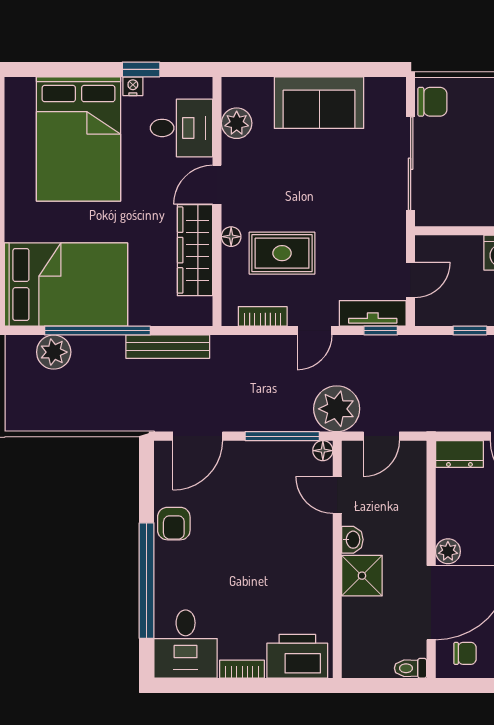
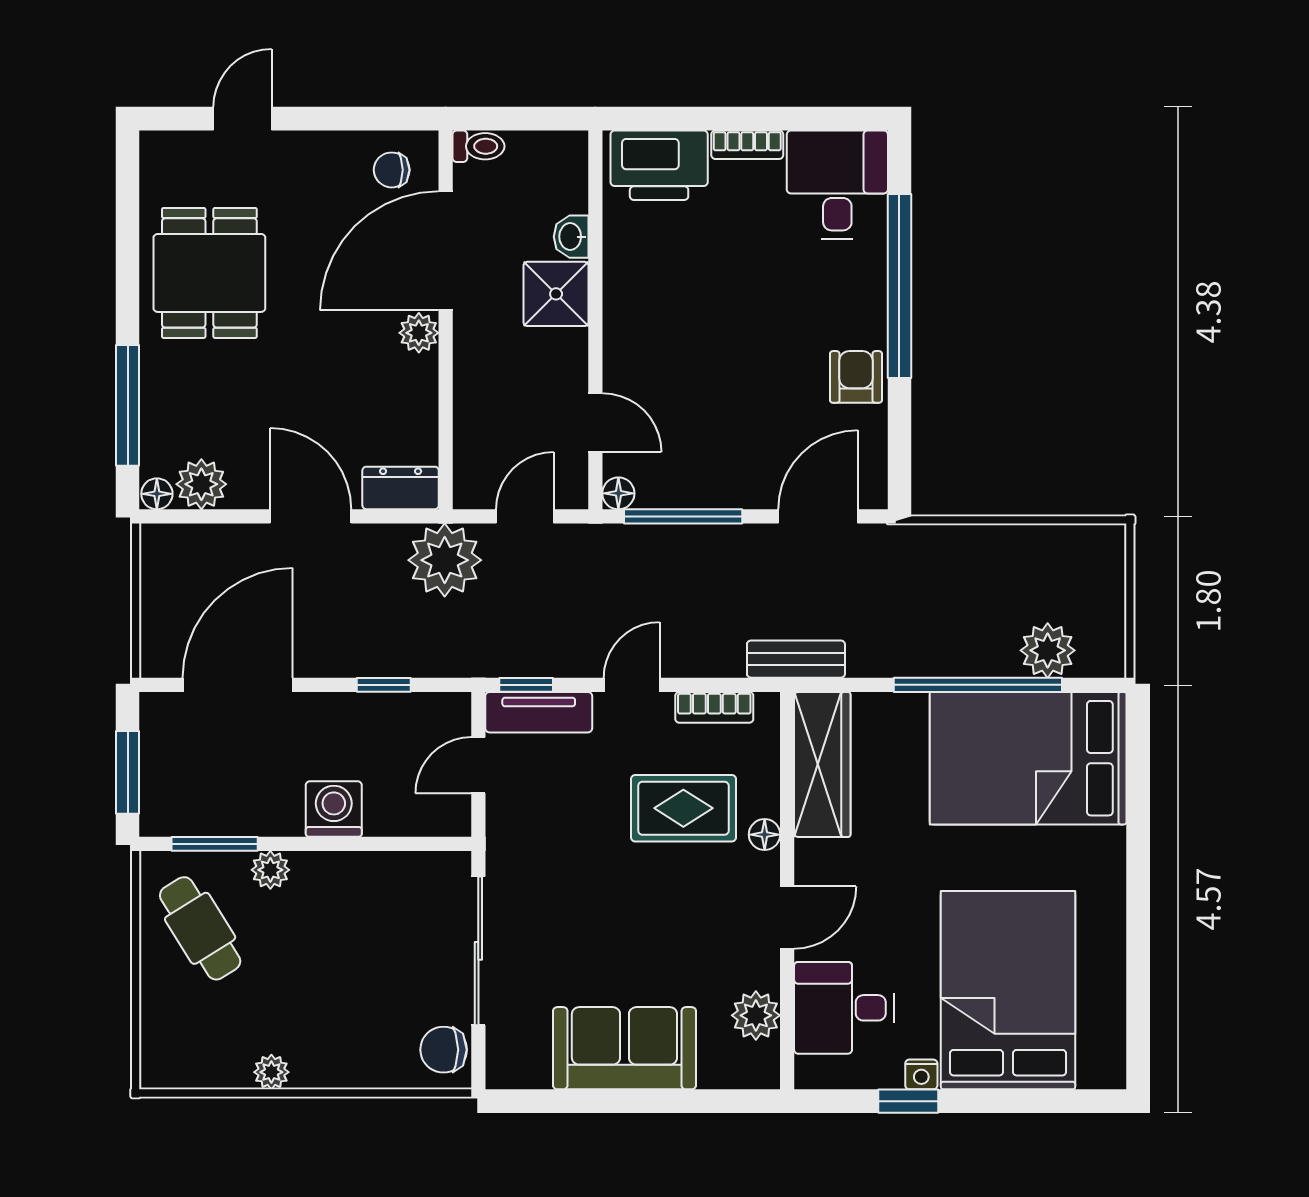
wardrobe: (195, 250) -> (822, 765), moved
bench: (168, 347) -> (796, 659), moved, width x0.73
plant: (337, 409) -> (445, 560), moved
washbasin: (352, 540) -> (571, 237), moved

